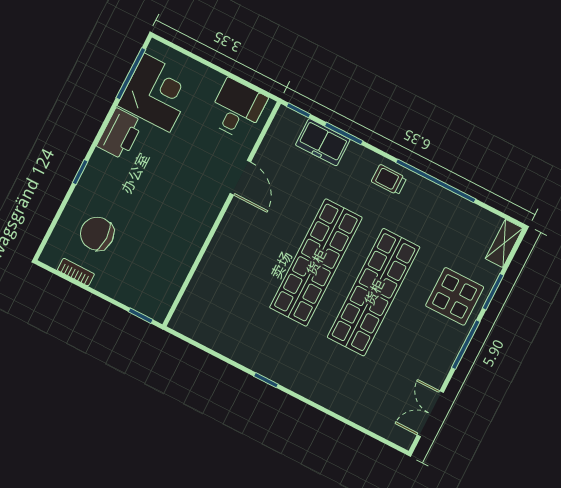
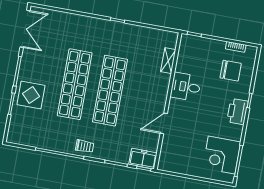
desk: (237, 109) -> (186, 87), moved, turned 90
printer: (120, 134) -> (237, 112), moved
freezer: (323, 142) -> (143, 159), moved
door: (240, 178) -> (164, 123), hinge flipped
shelving: (504, 243) -> (168, 61), moved
double door: (430, 414) -> (25, 29), width x1.37

